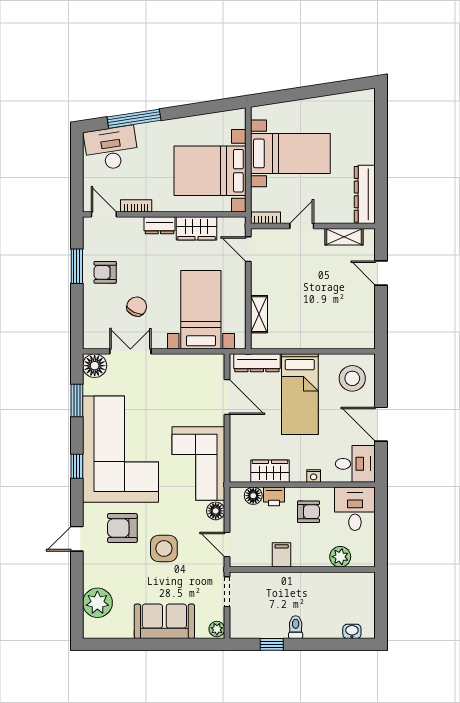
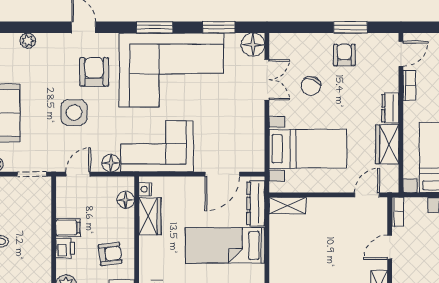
door: (302, 226) -> (390, 247), swing flipped
chair: (137, 307) -> (311, 86), turned 89
shelving: (259, 314) -> (287, 205), moved
window: (77, 466) -> (155, 27), width x1.50
nightstand: (314, 476) -> (145, 189), moved
printer: (274, 496) -> (65, 248), moved, turned 180
armchair: (308, 512) -> (110, 254), turned -97
plant: (97, 603) -> (28, 41), width x0.53, depth x0.53

